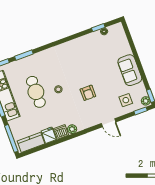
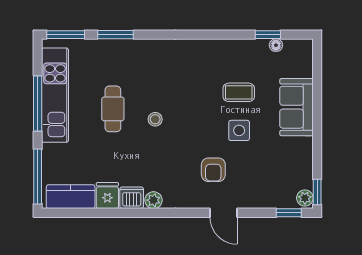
coffee table: (94, 61) -> (239, 92), added
sofa: (130, 70) -> (297, 107), moved
cafe table: (36, 92) -> (113, 109), width x0.73, depth x0.74
armchair: (88, 93) -> (213, 170), moved
side table: (126, 100) -> (239, 130), moved

